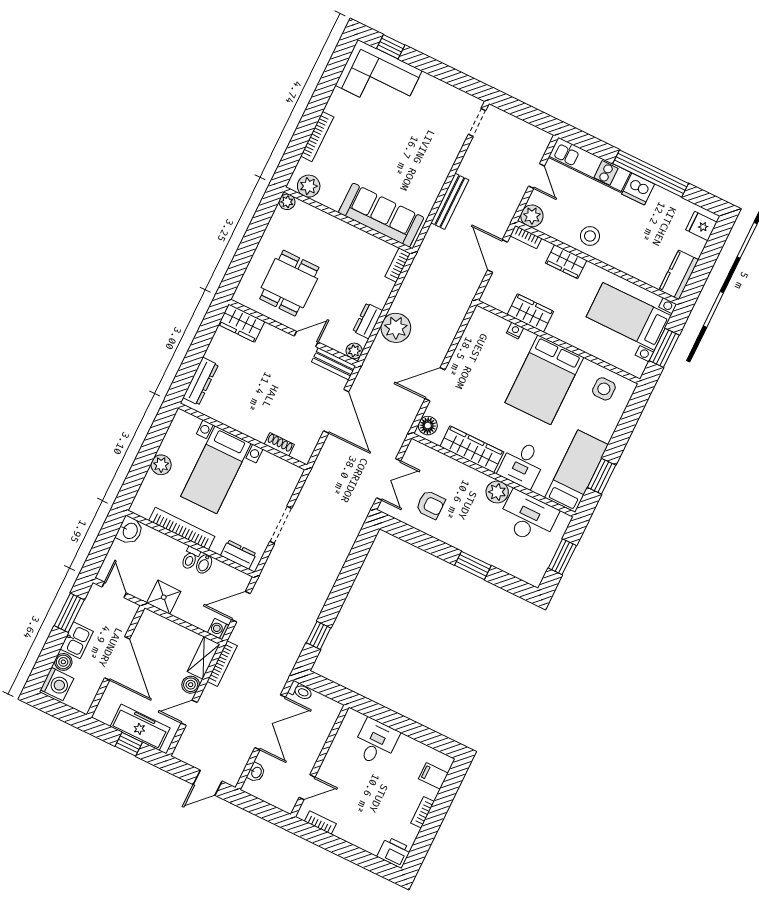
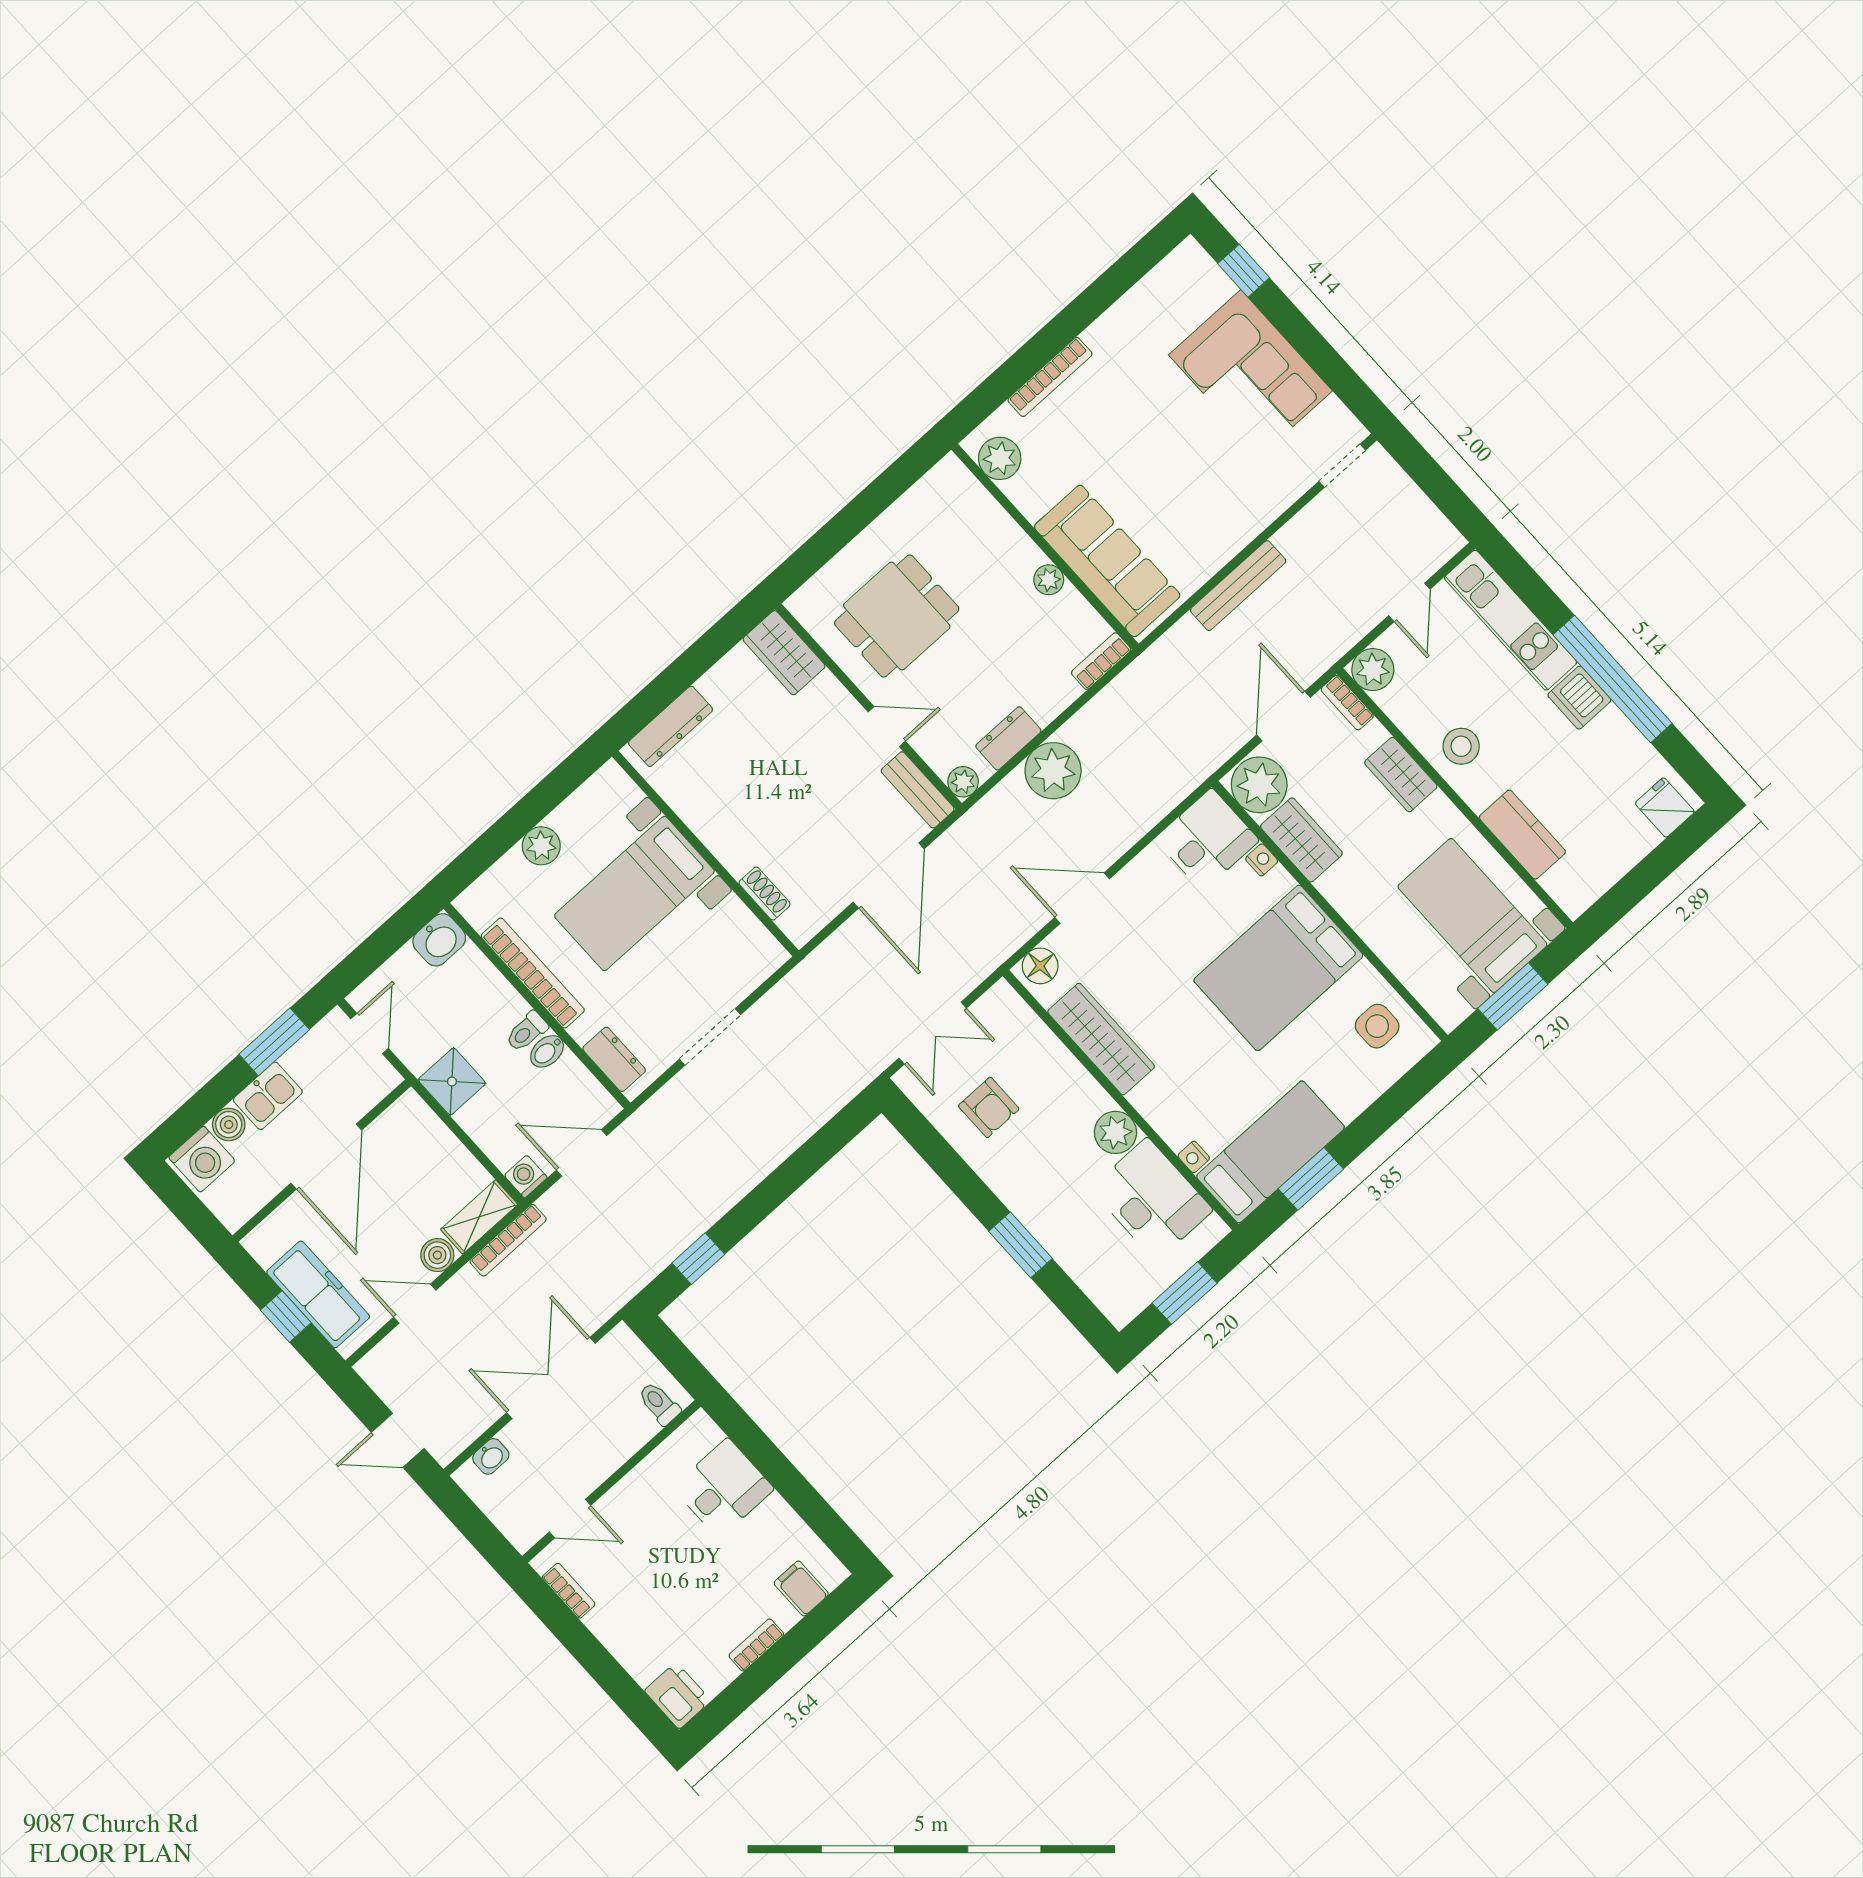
corner sofa: (379, 78) -> (1250, 373), moved
plant: (287, 202) -> (1049, 580), moved
kitchen counter: (679, 275) -> (1522, 835), moved, turned 90
plant: (499, 294) -> (1259, 785), added
desk: (522, 464) -> (1207, 840), moved, turned 180
nightstand: (540, 489) -> (1194, 1157), added
toilet: (300, 691) -> (659, 1403), moved, turned 180
double door: (270, 722) -> (551, 1378), swing flipped

